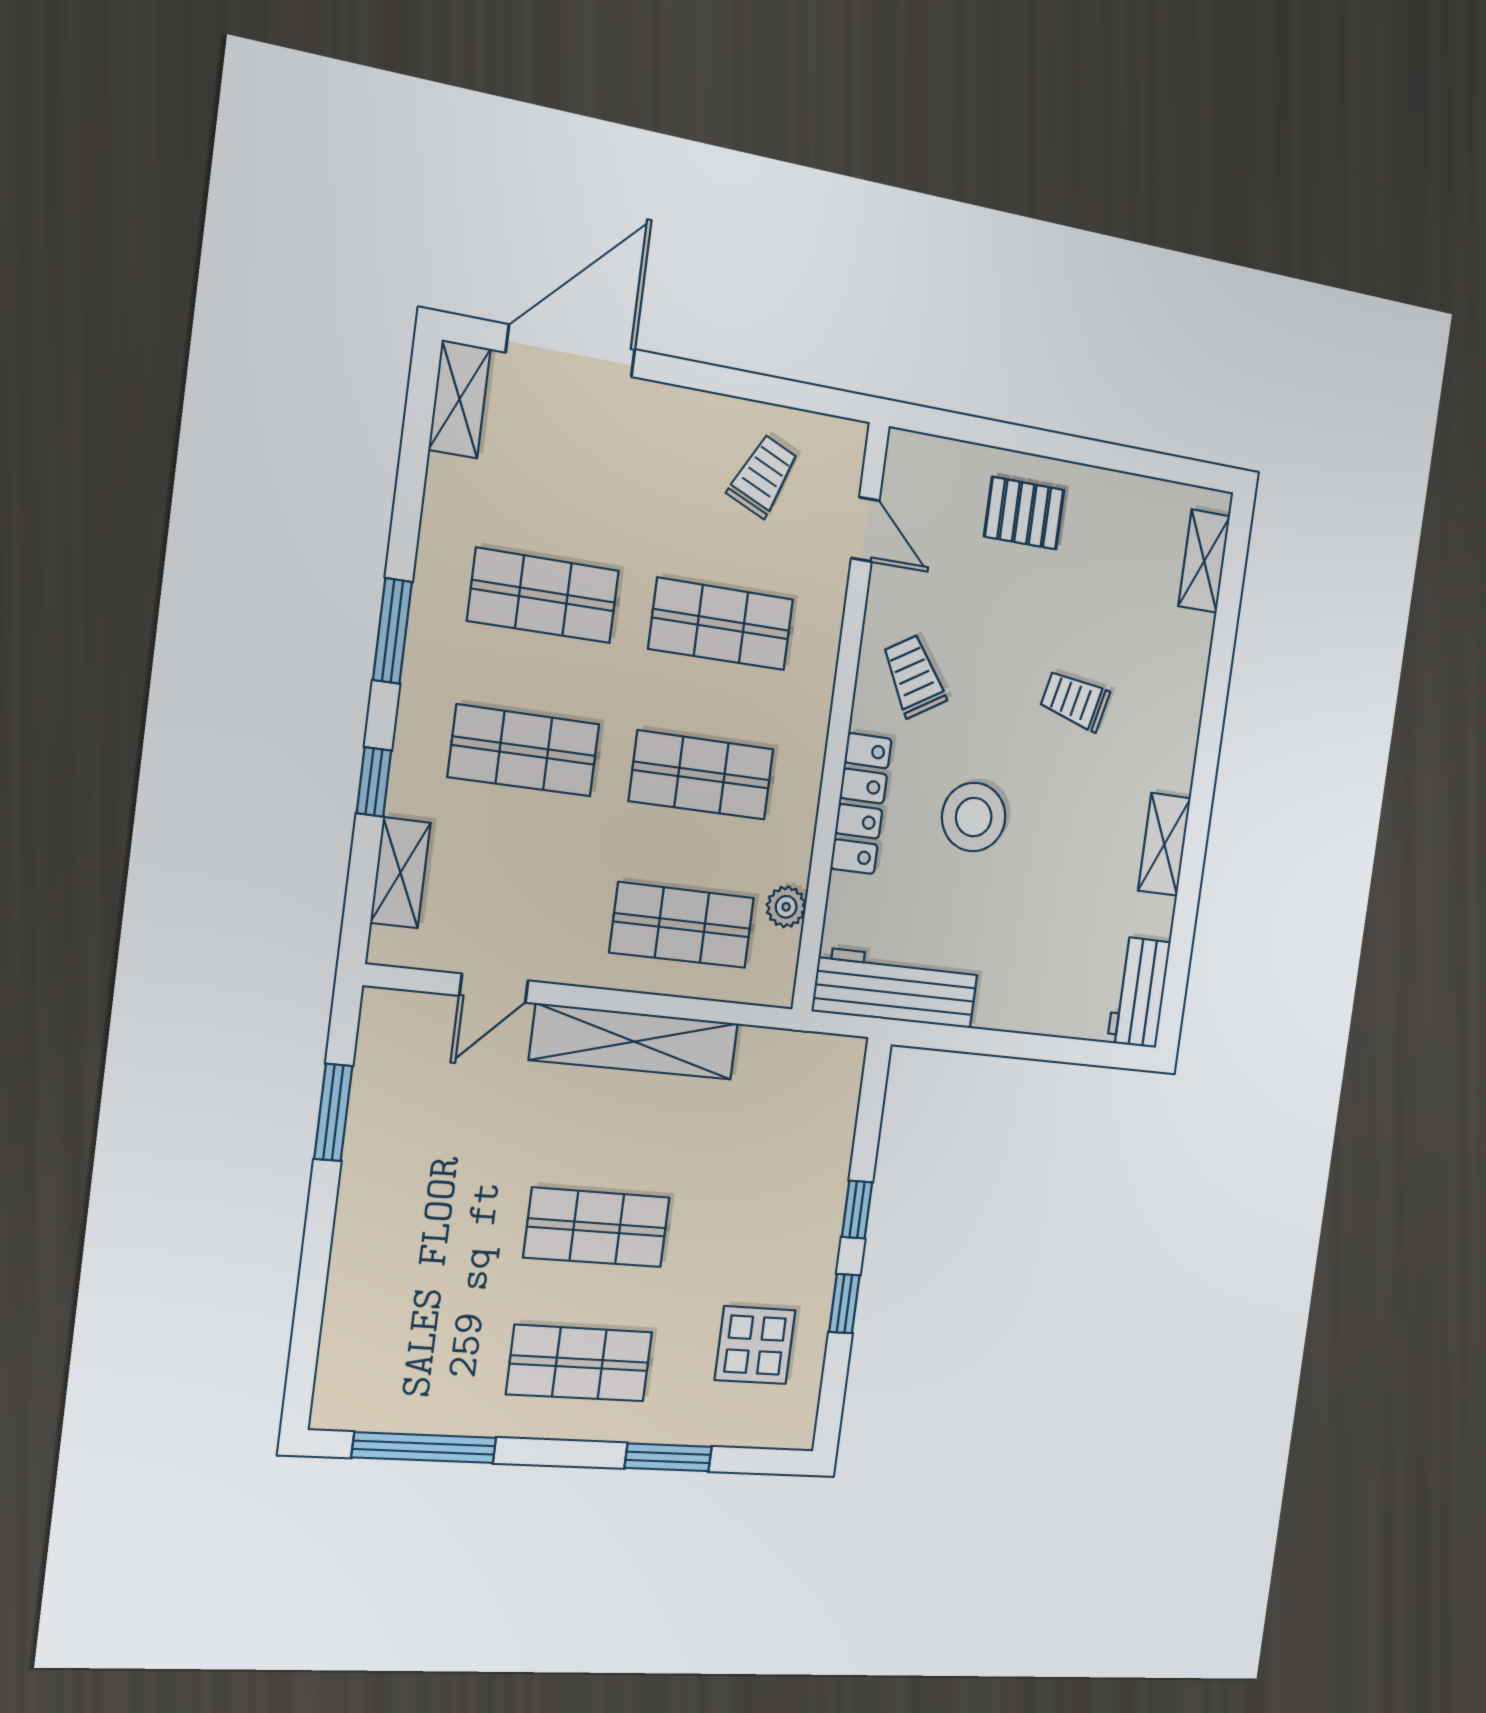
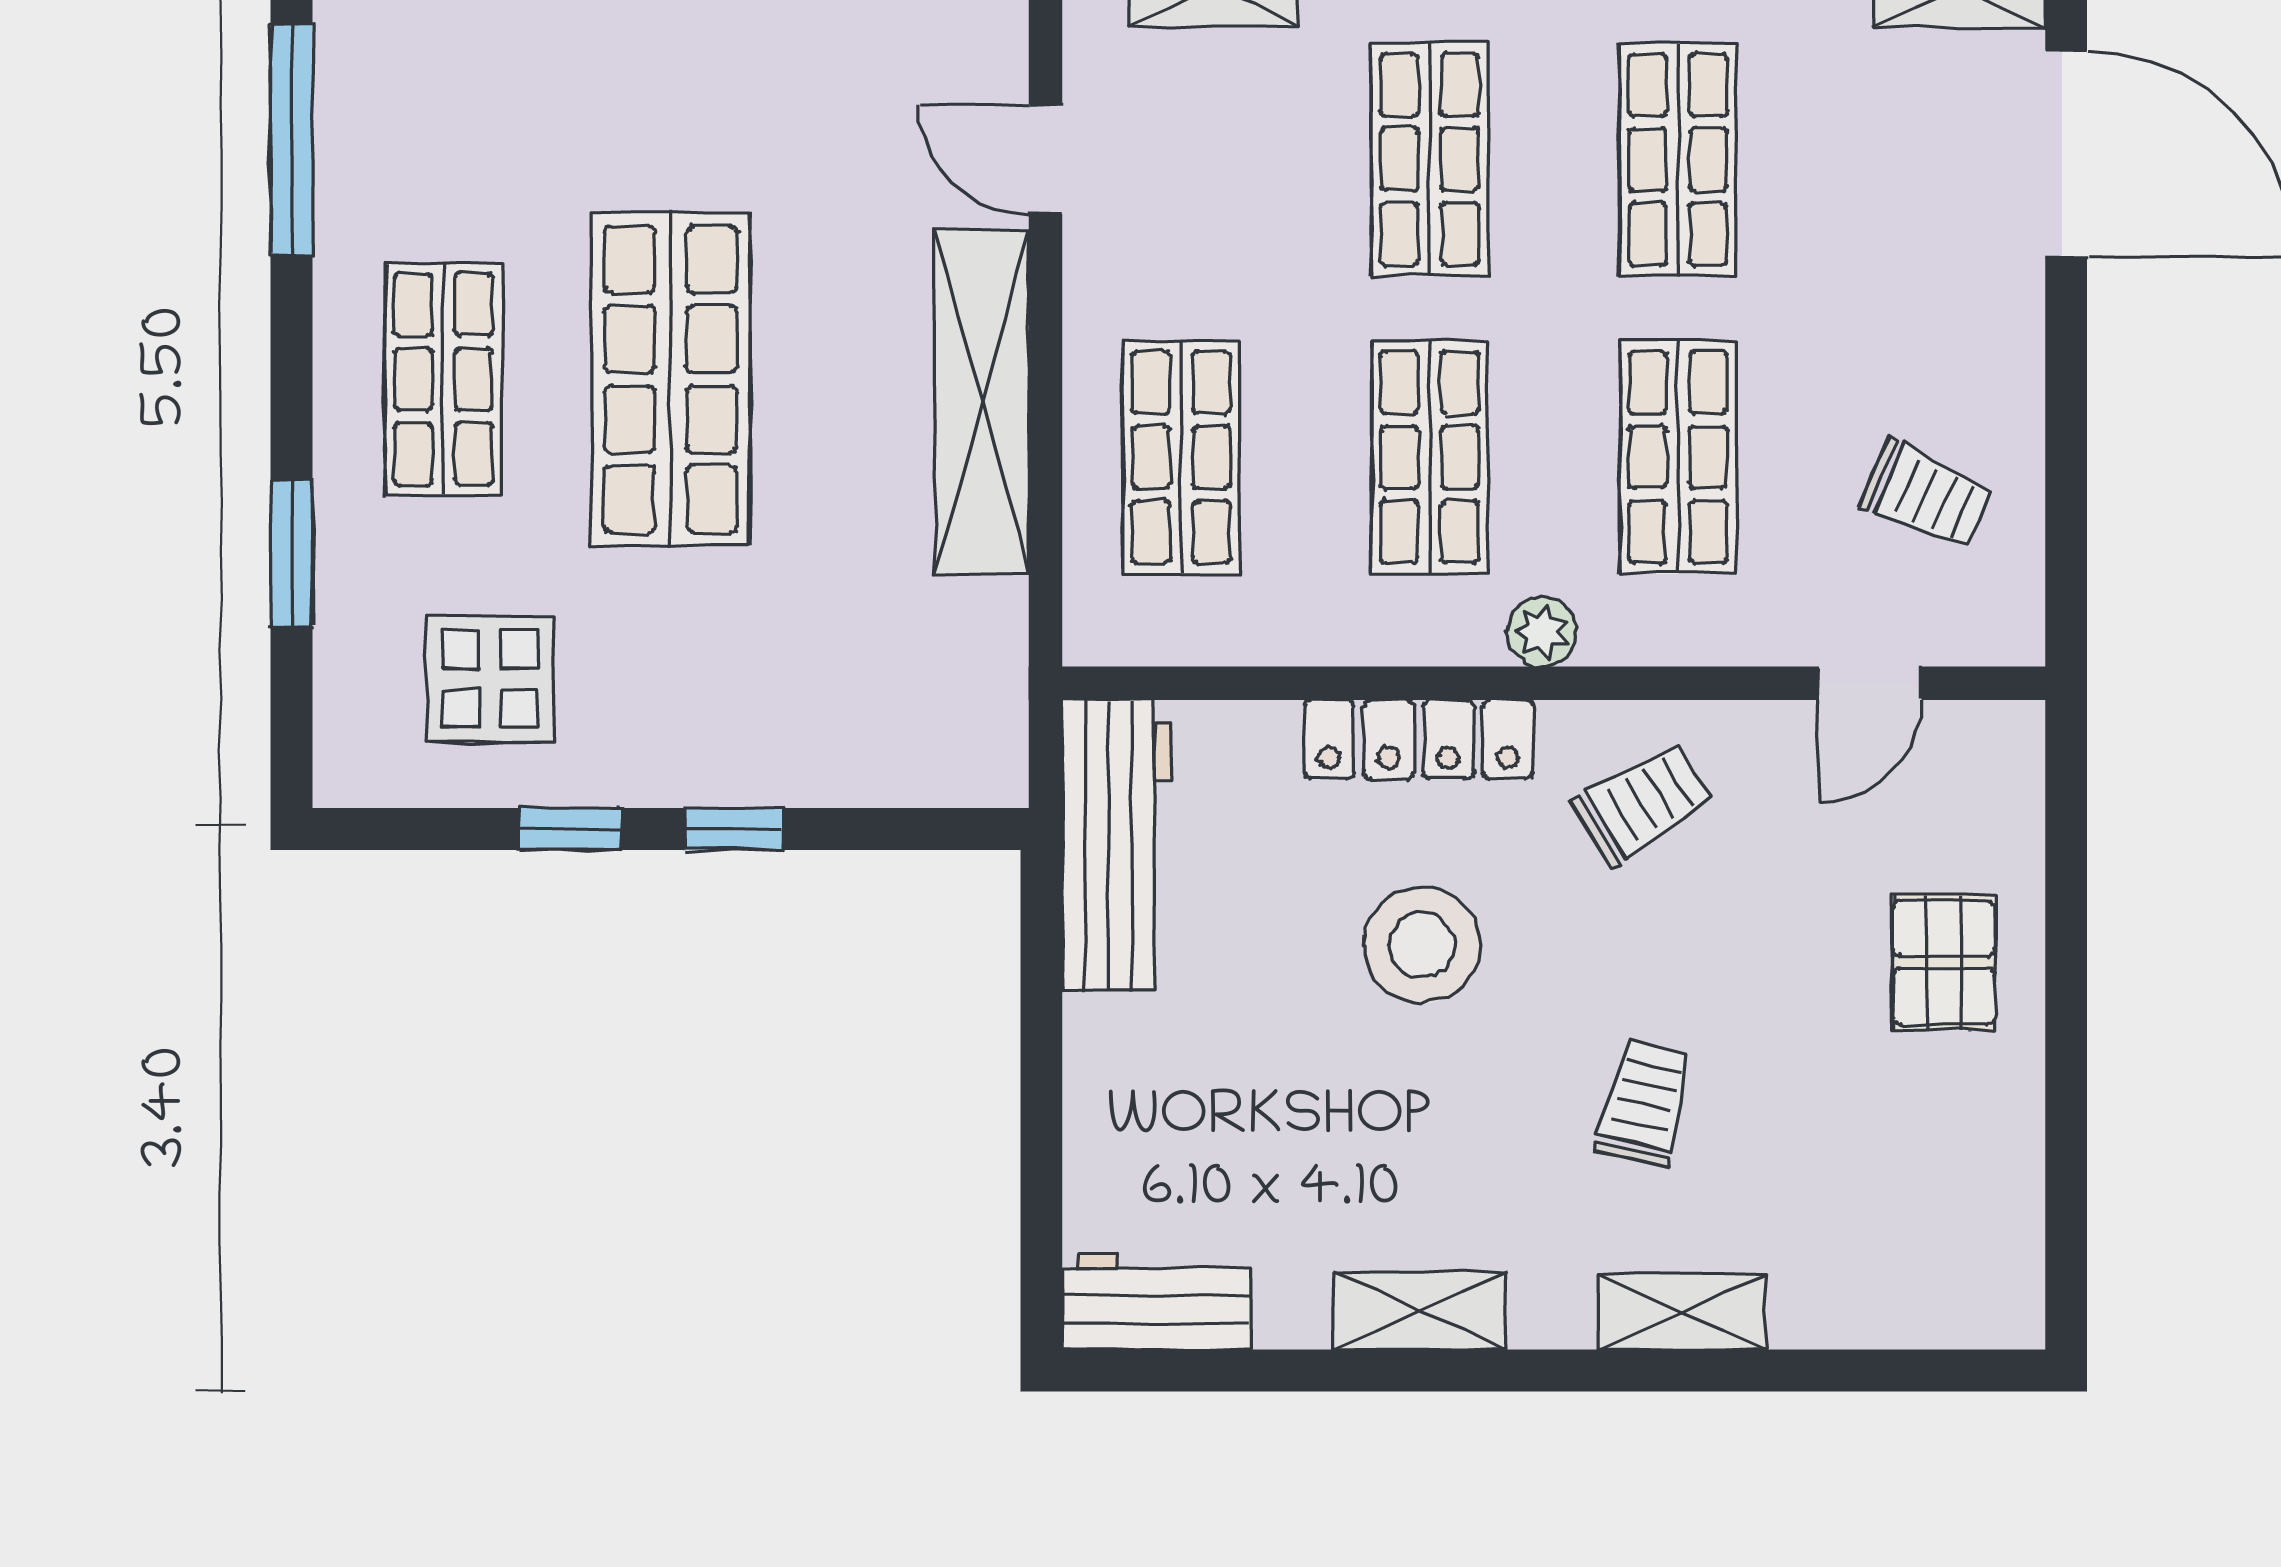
shelving: (1204, 561) -> (1682, 1312), moved
plant: (786, 907) -> (1542, 632), moved
shop shelf: (597, 1227) -> (671, 379), width x1.43, depth x1.36

